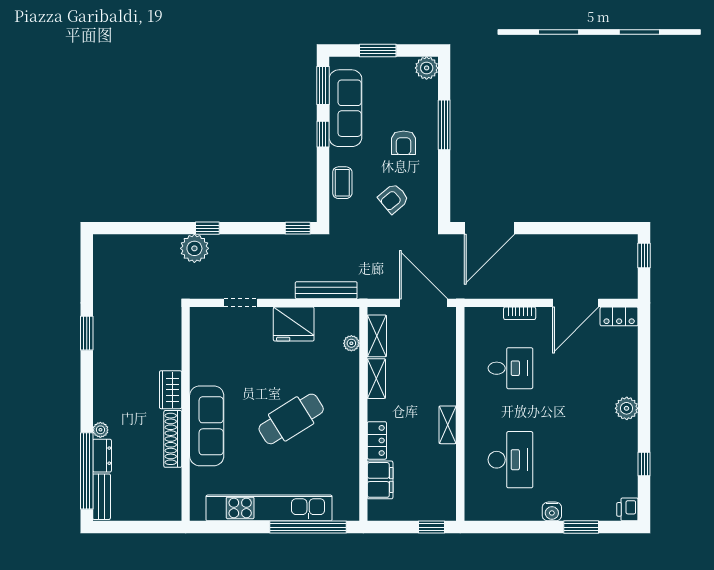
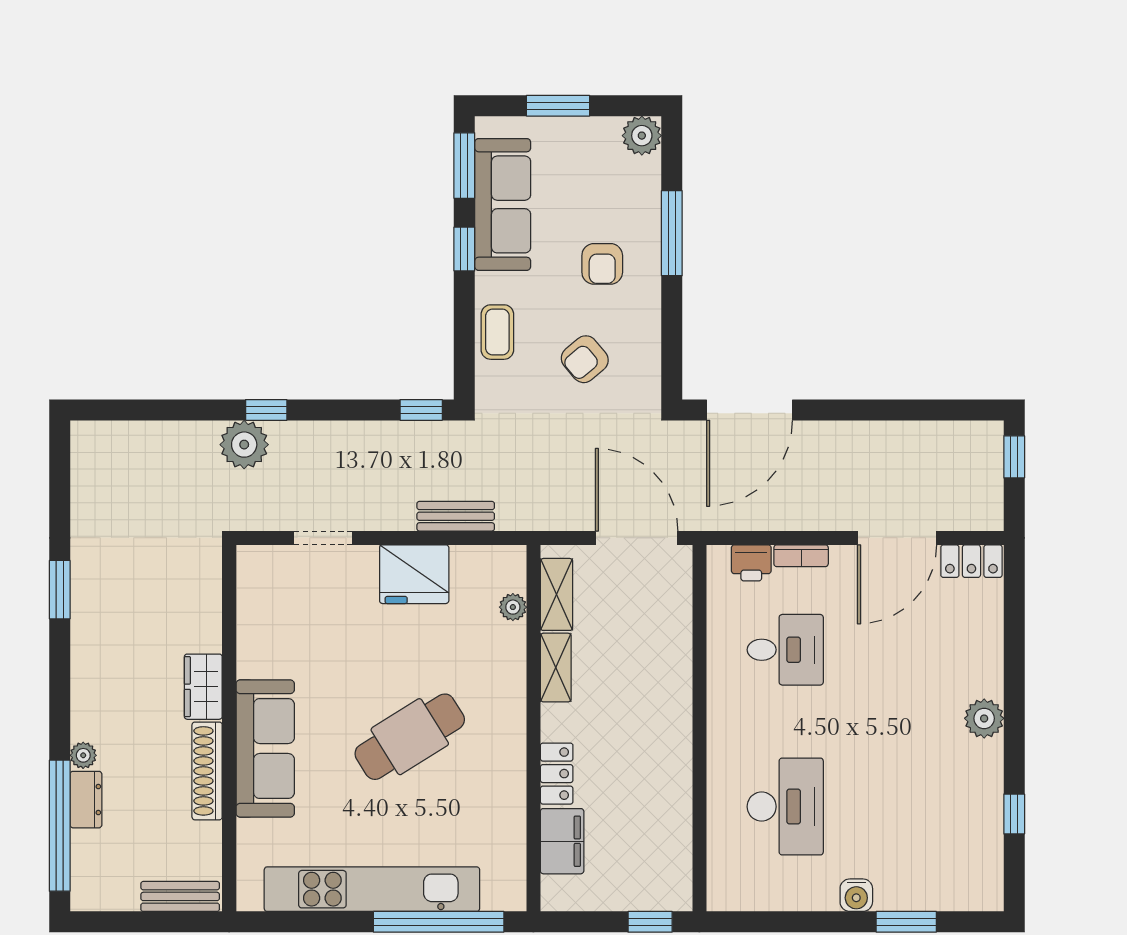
bench: (326, 290) -> (456, 516), width x0.73
shelving: (448, 425) -> (678, 747), removed
bench: (102, 497) -> (180, 896), moved, turned 90
printer: (627, 509) -> (751, 563), moved, turned -90

